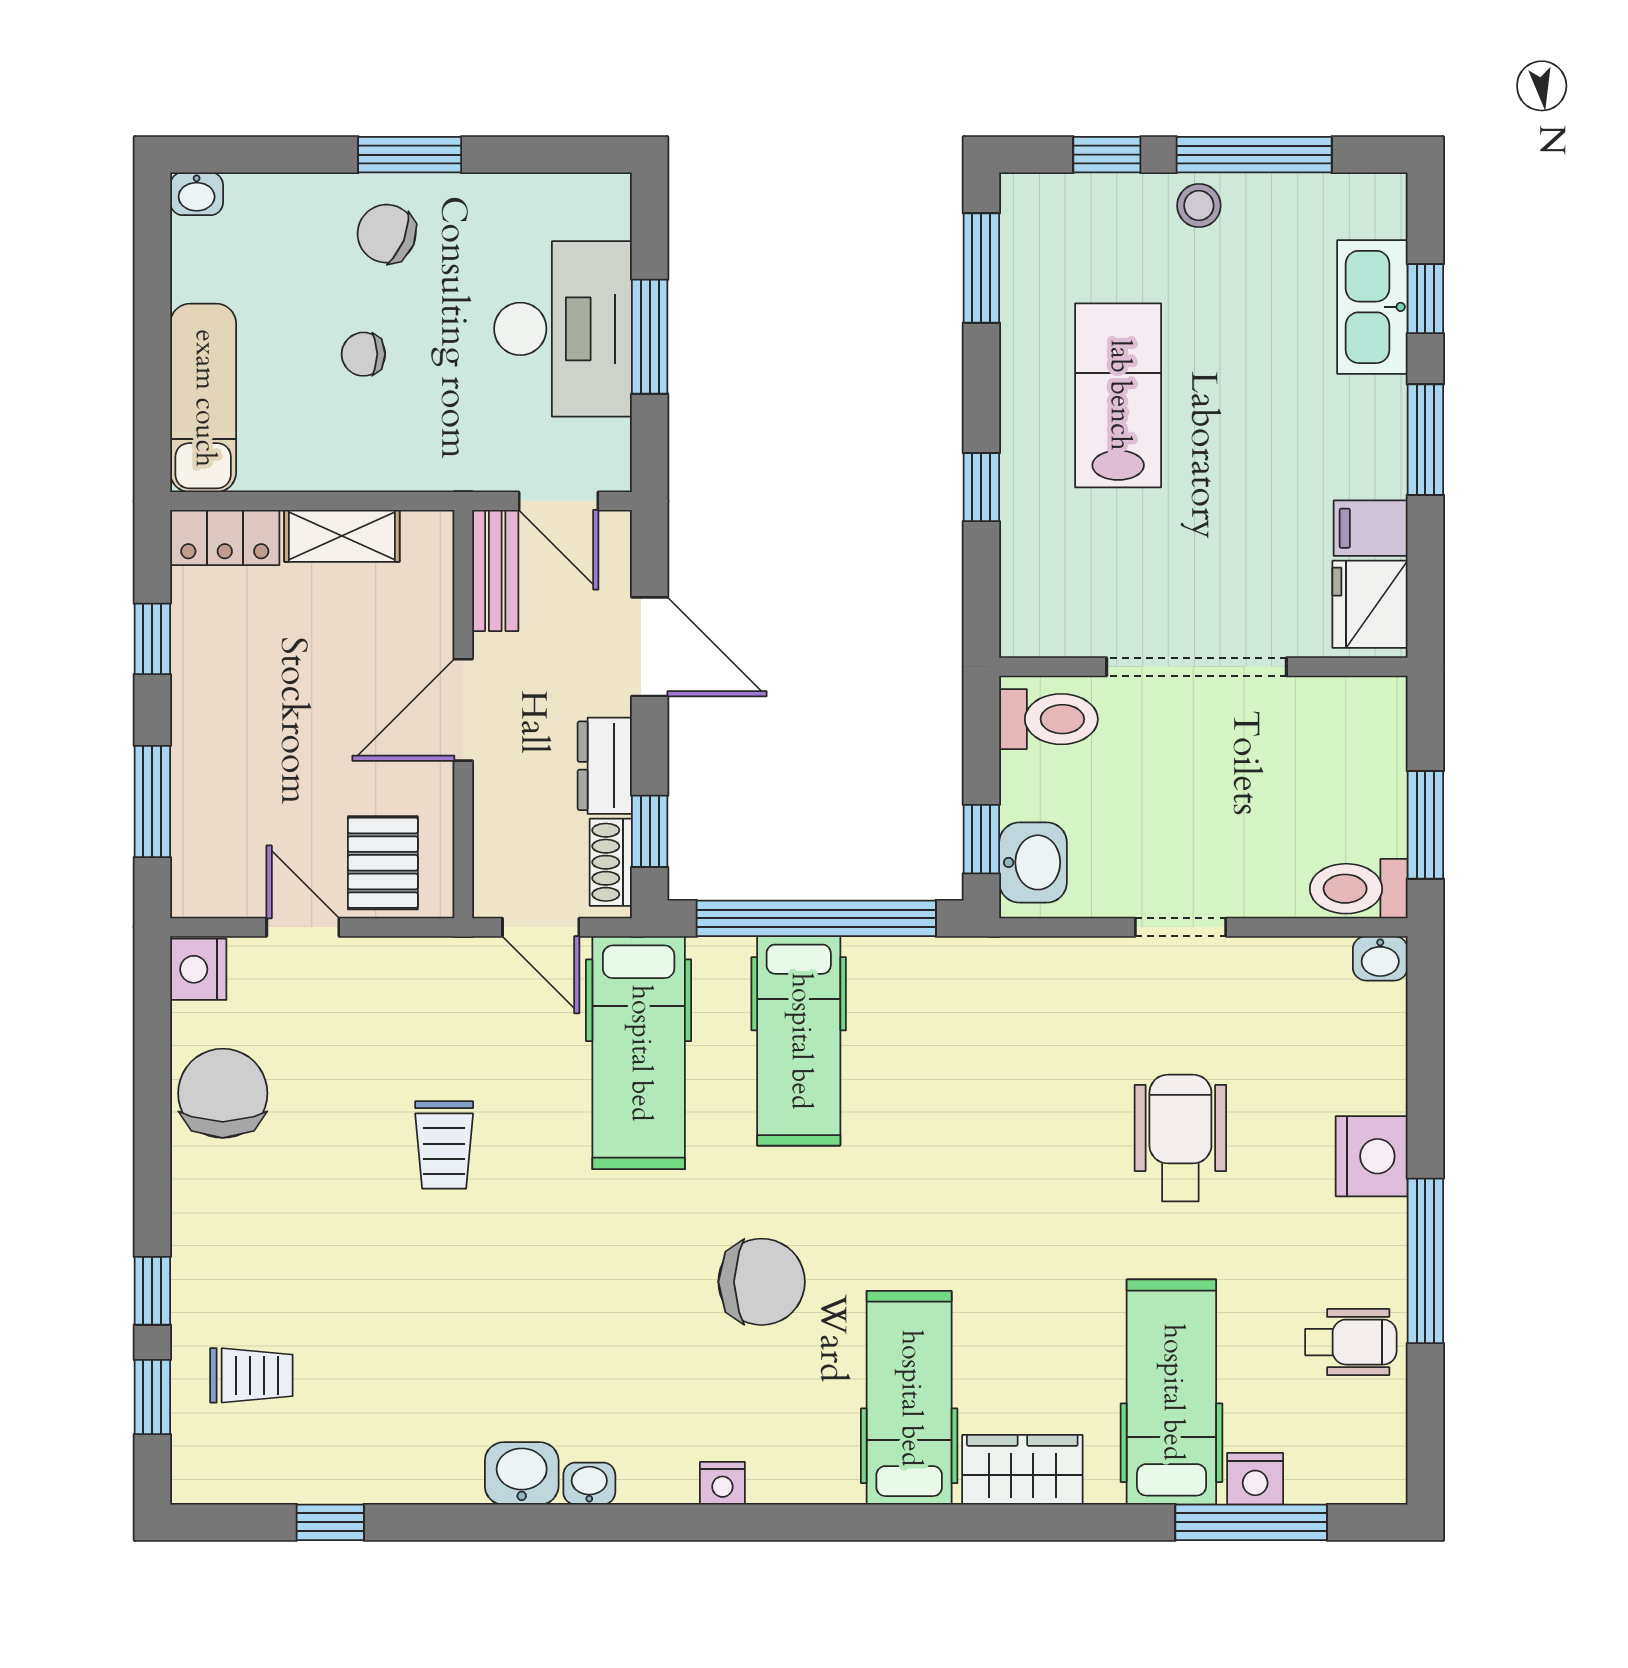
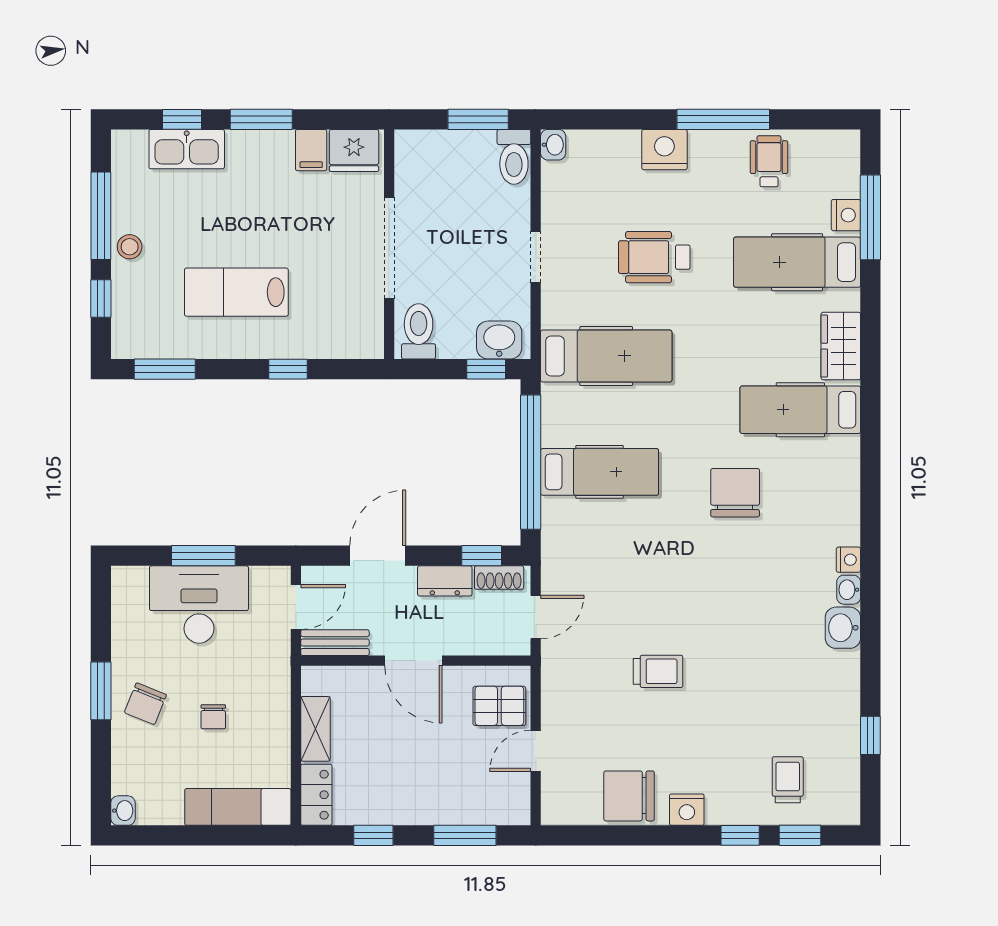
nightstand: (198, 969) -> (687, 810), moved
hospital bed: (639, 1053) -> (606, 356), moved
nightstand: (722, 1483) -> (848, 560), moved

